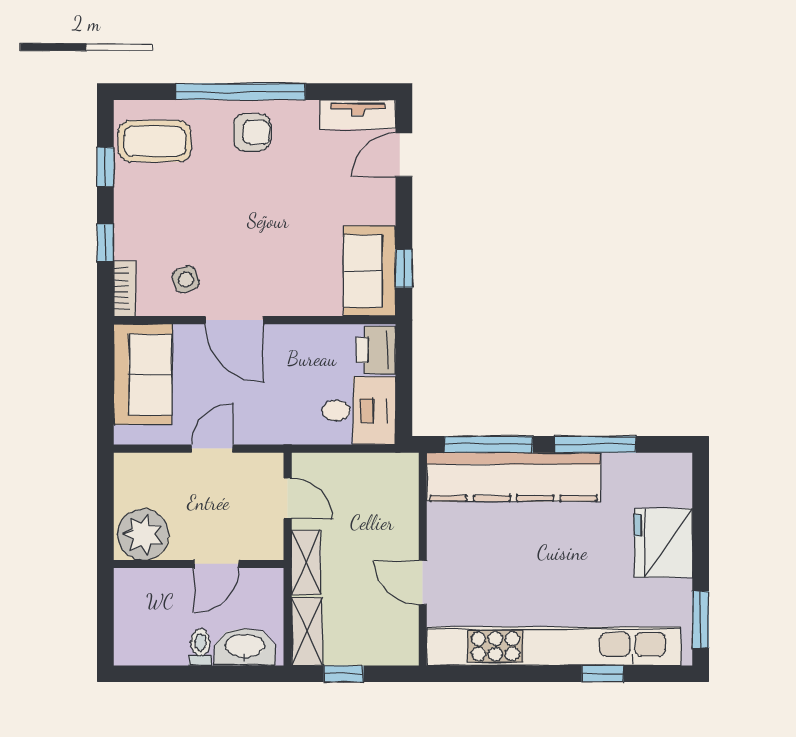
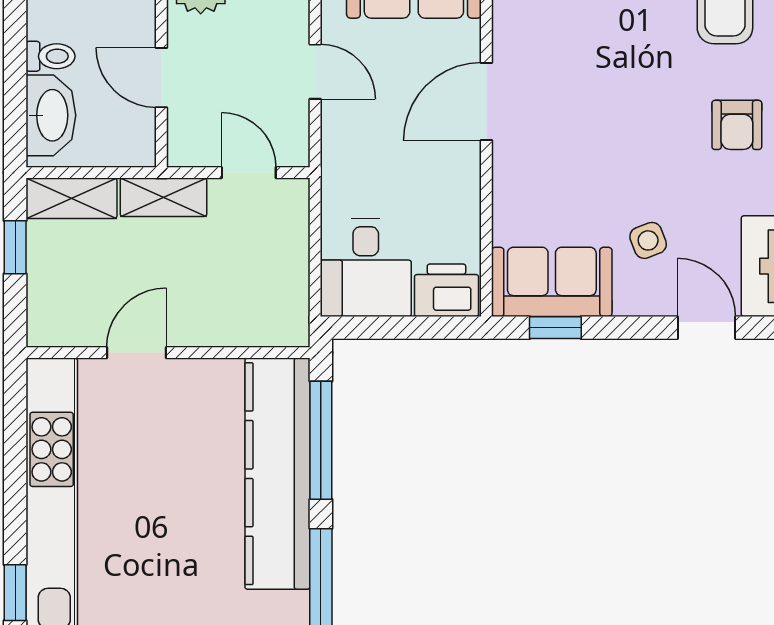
side table: (186, 279) -> (648, 240), moved
door: (288, 498) -> (249, 173), swing flipped

